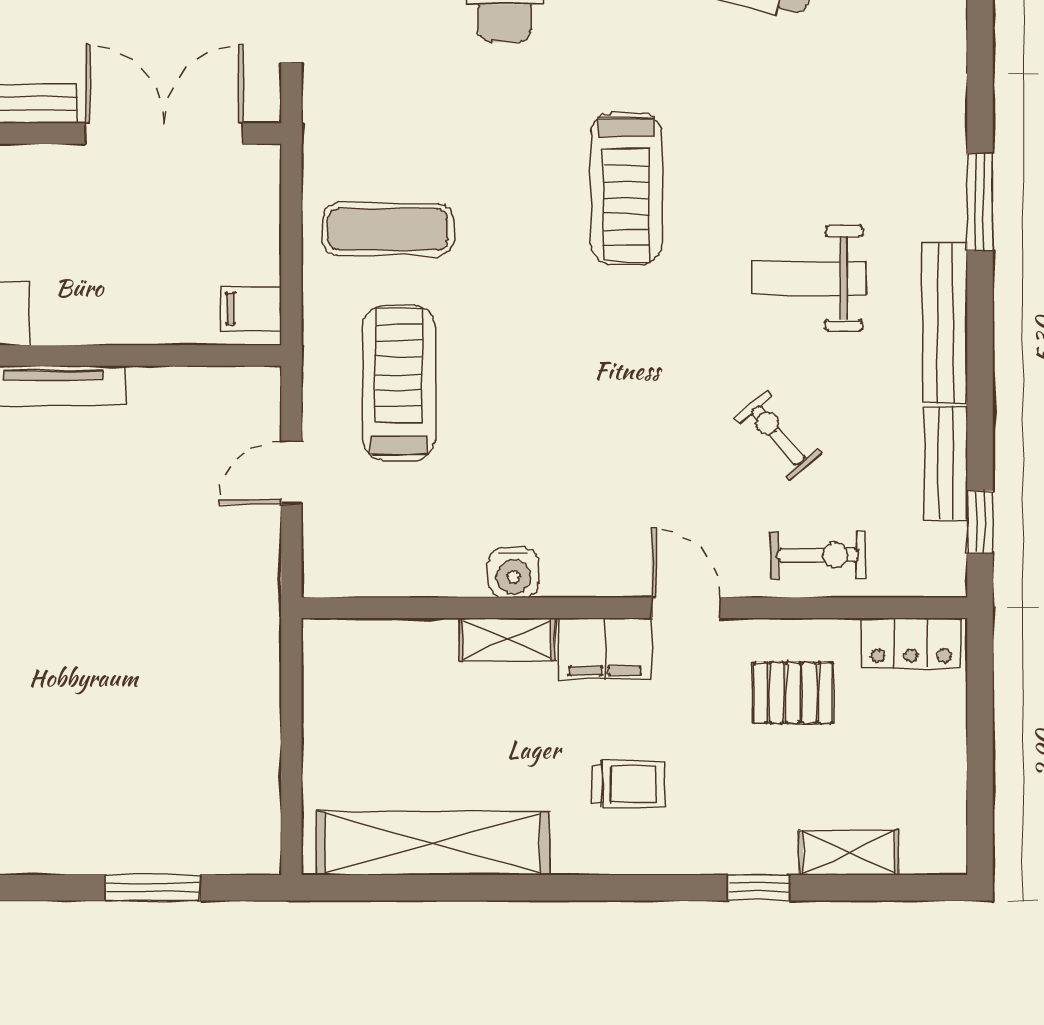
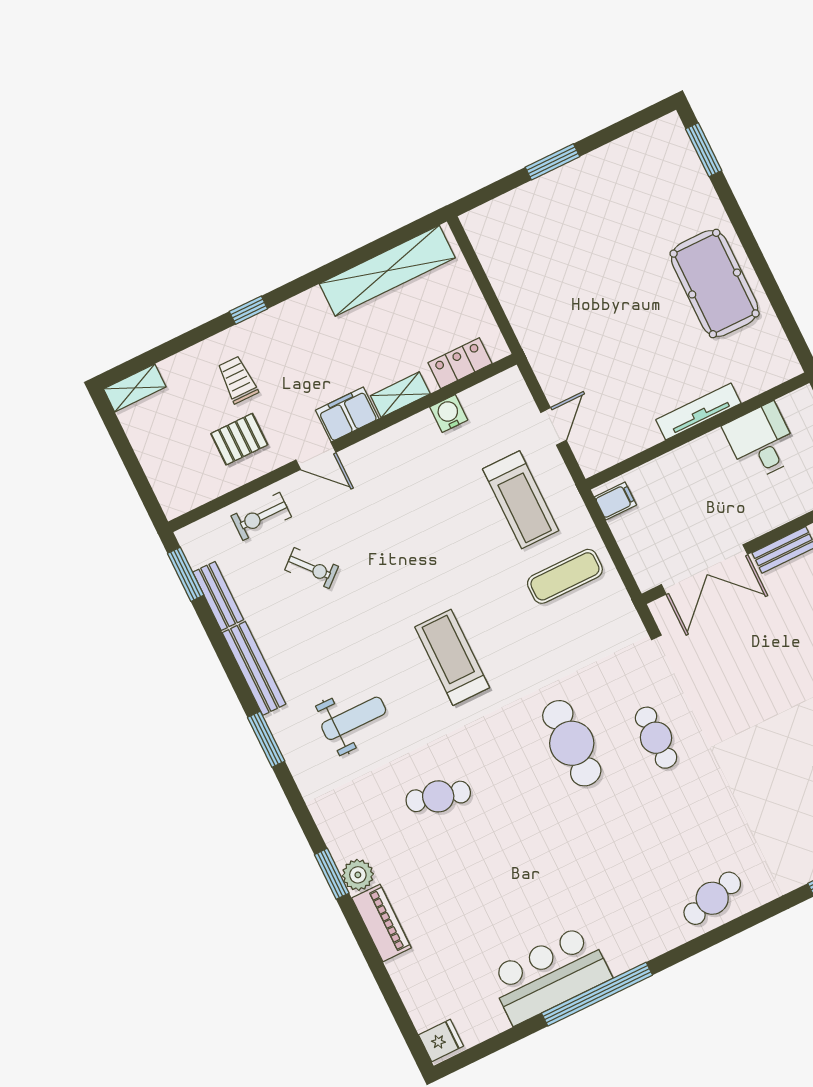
weight bench: (809, 278) -> (354, 718), moved
window: (980, 522) -> (186, 574), width x1.50
water cooler: (513, 573) -> (449, 414), moved
locker: (911, 643) -> (460, 363), moved
trolley: (629, 784) -> (238, 380), moved, turned 90
shelving: (849, 853) -> (135, 388), moved
window: (153, 888) -> (552, 162), moved
window: (759, 888) -> (248, 310), moved

